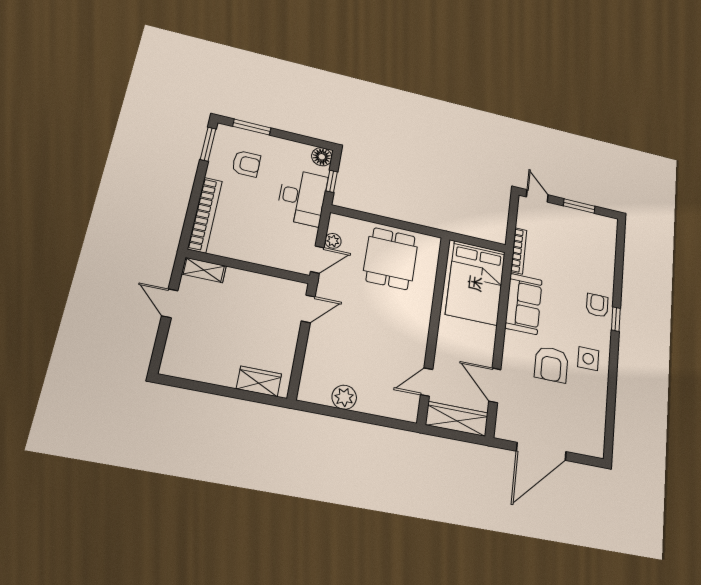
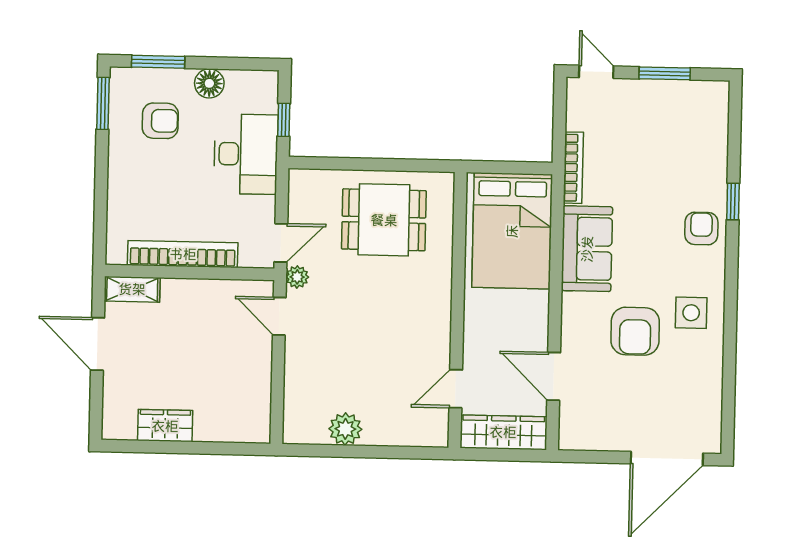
floor lamp: (322, 157) -> (209, 83), moved
bookcase: (205, 215) -> (183, 254), moved, turned -90
plant: (333, 241) -> (297, 277), moved
dining table: (391, 259) -> (384, 220), turned 90
door: (170, 303) -> (98, 344), width x1.38
door: (308, 309) -> (279, 316), swing flipped
window: (616, 319) -> (733, 201), moved
wardrobe: (259, 381) -> (165, 426), moved
door: (541, 451) -> (667, 458), moved

